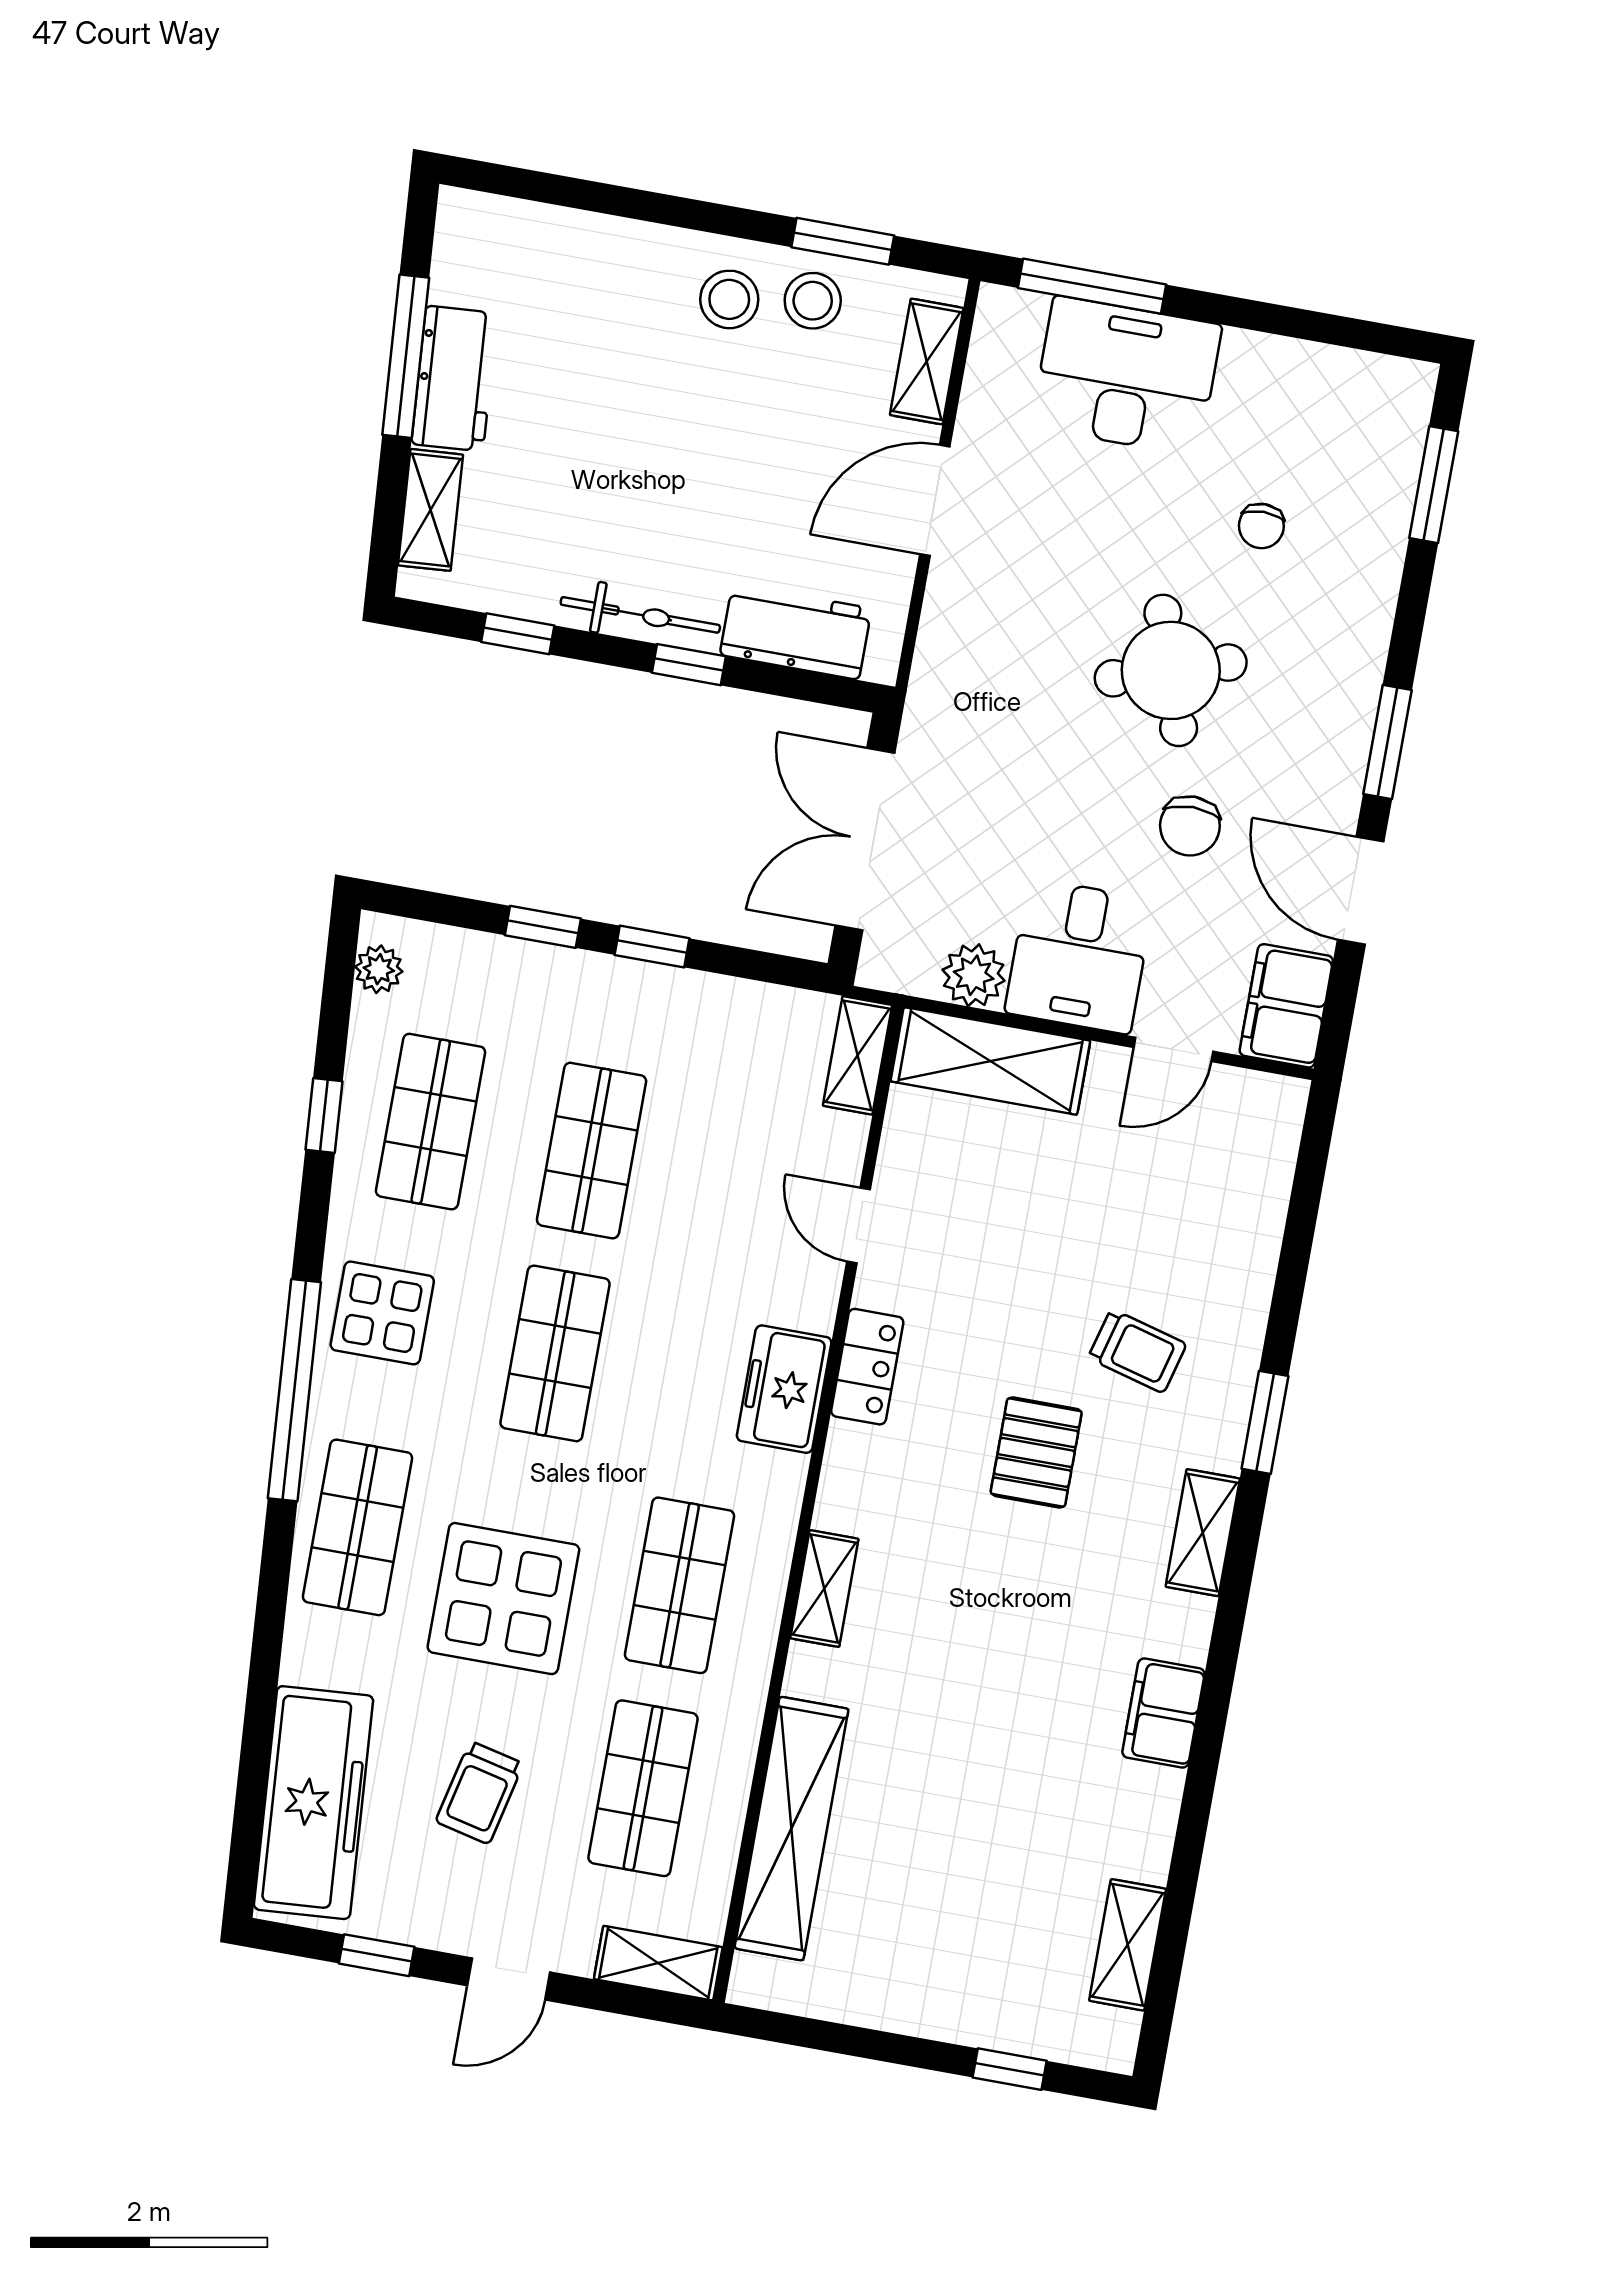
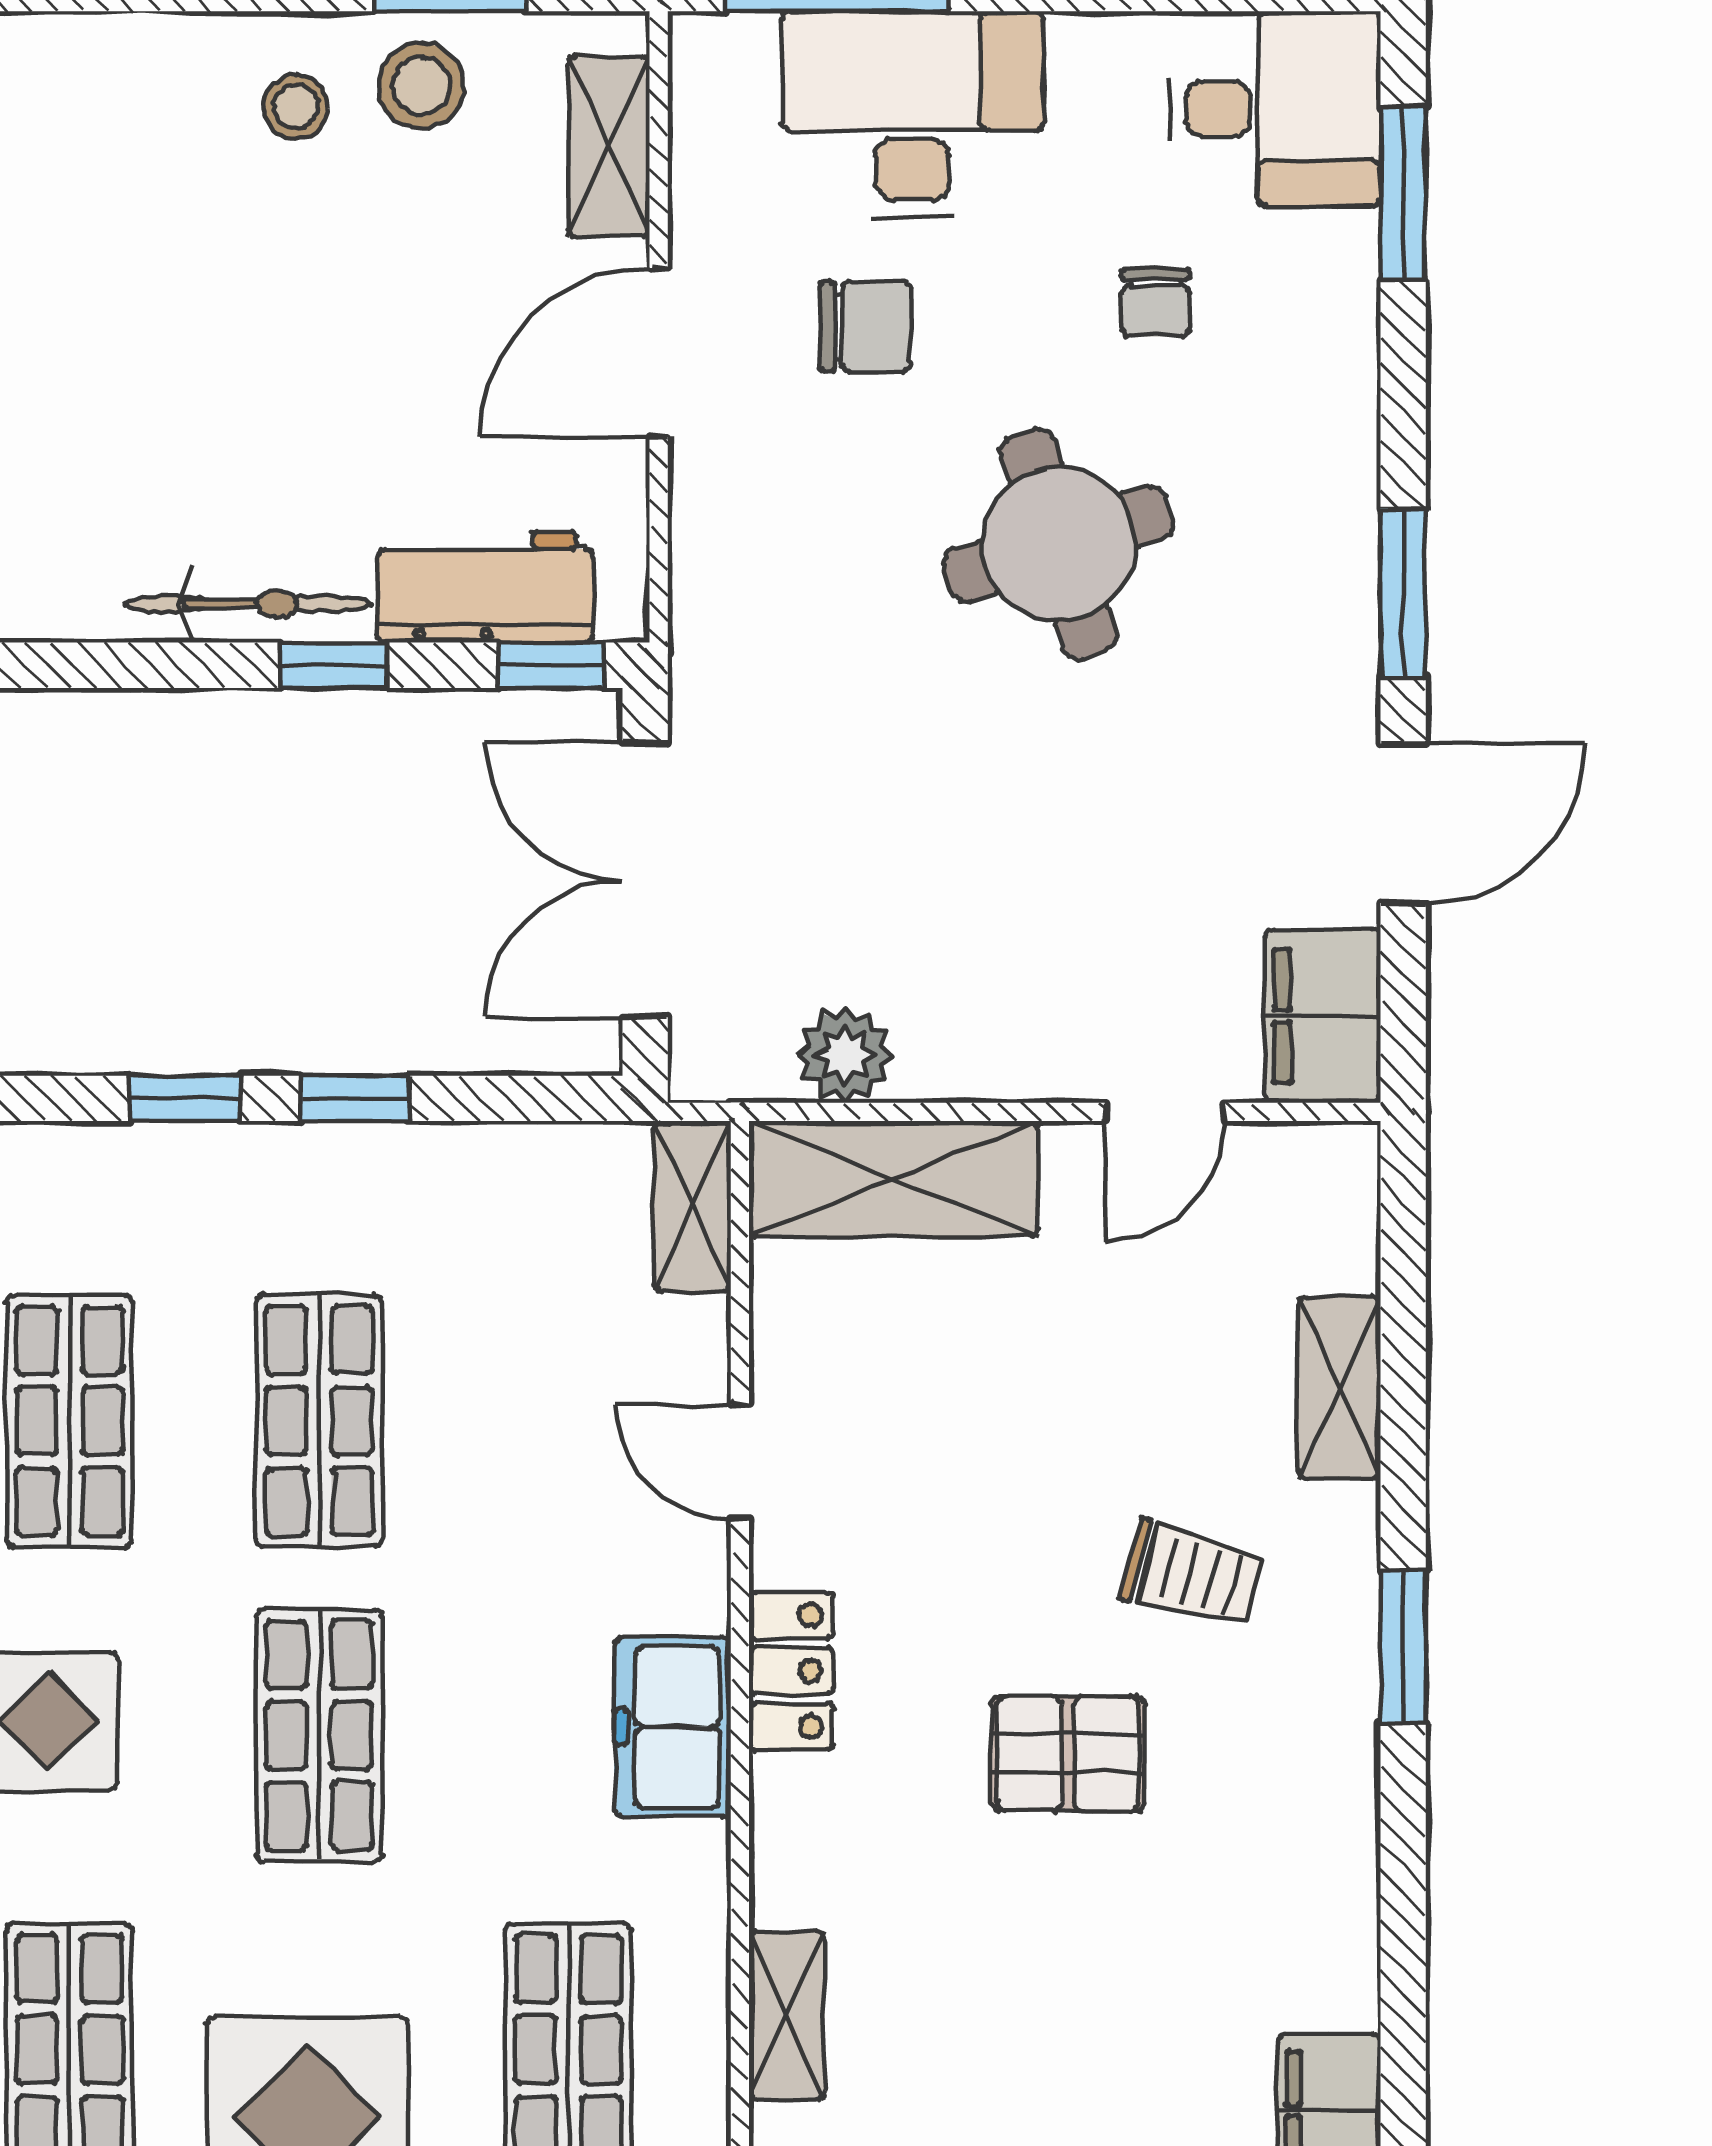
stool: (729, 299) -> (296, 106), width x0.73, depth x0.73
window: (518, 634) -> (551, 665), moved
chair: (1190, 826) -> (866, 327), moved, turned -90
door: (1361, 891) -> (1403, 823), swing flipped
desk: (1079, 956) -> (1275, 109), moved, turned -90
pallet: (1036, 1452) -> (1068, 1754), turned 90
shelving: (1203, 1533) -> (1339, 1388), moved

